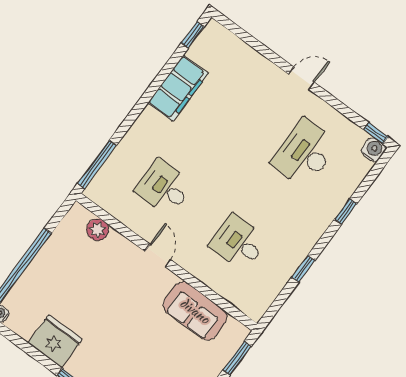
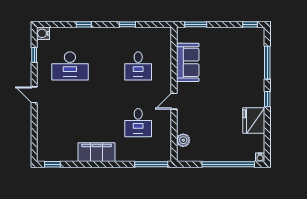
filing cabinet: (178, 88) -> (97, 152), moved
window: (376, 133) -> (34, 55), moved

